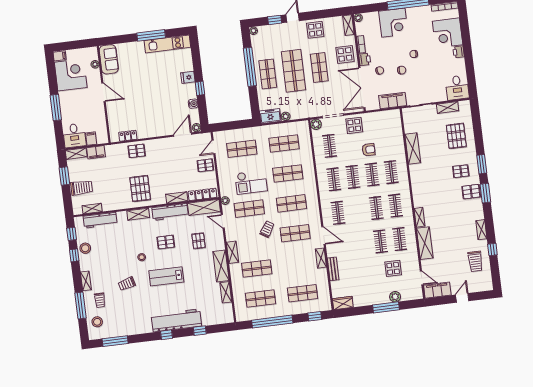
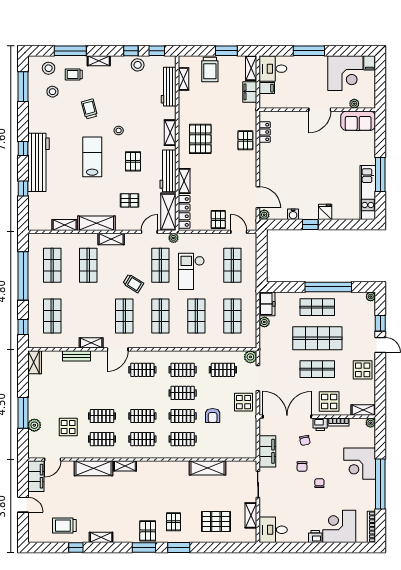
pallet: (140, 189) -> (200, 139), turned 90
stool: (116, 316) -> (52, 92), added

